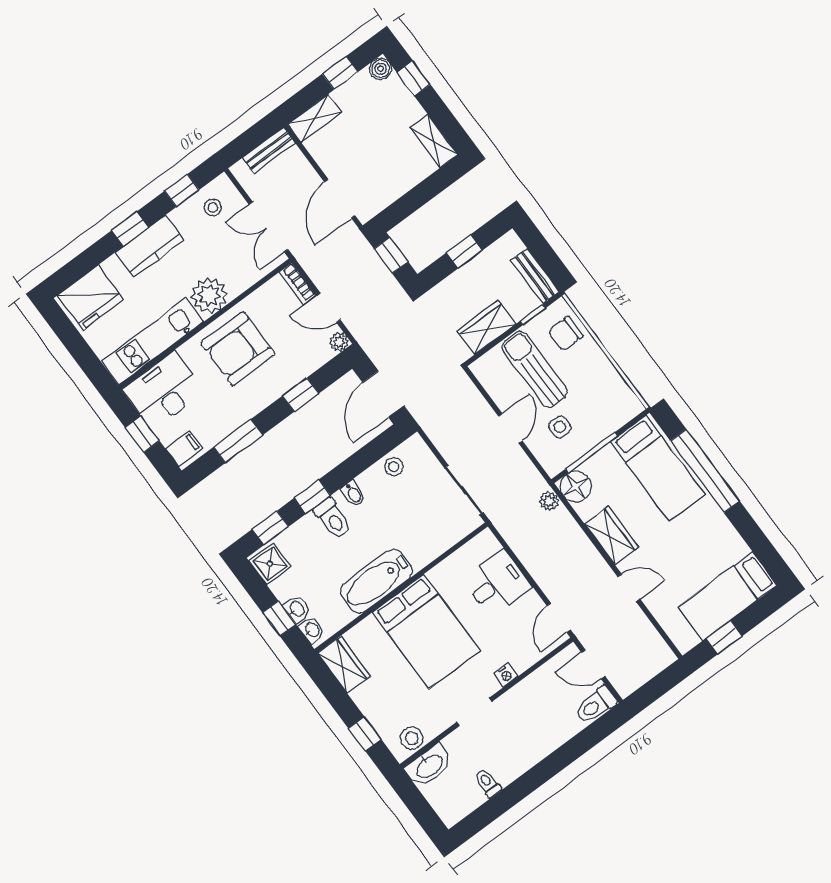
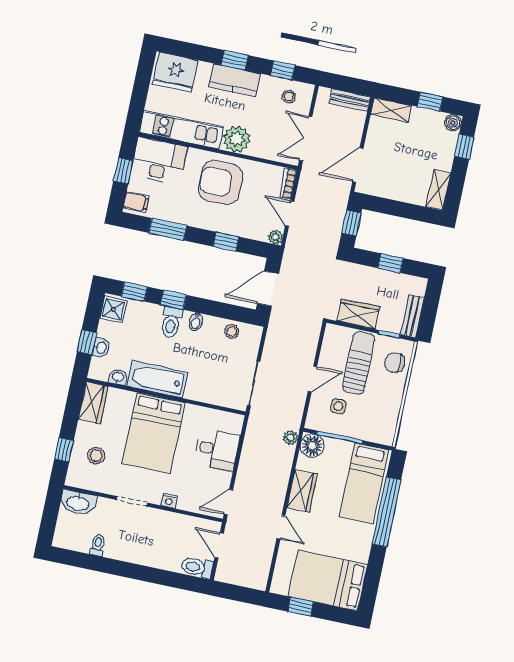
bed: (728, 596) -> (328, 580), width x1.50
washbasin: (312, 630) -> (118, 377), moved, turned -90
stool: (412, 738) -> (96, 456), moved

